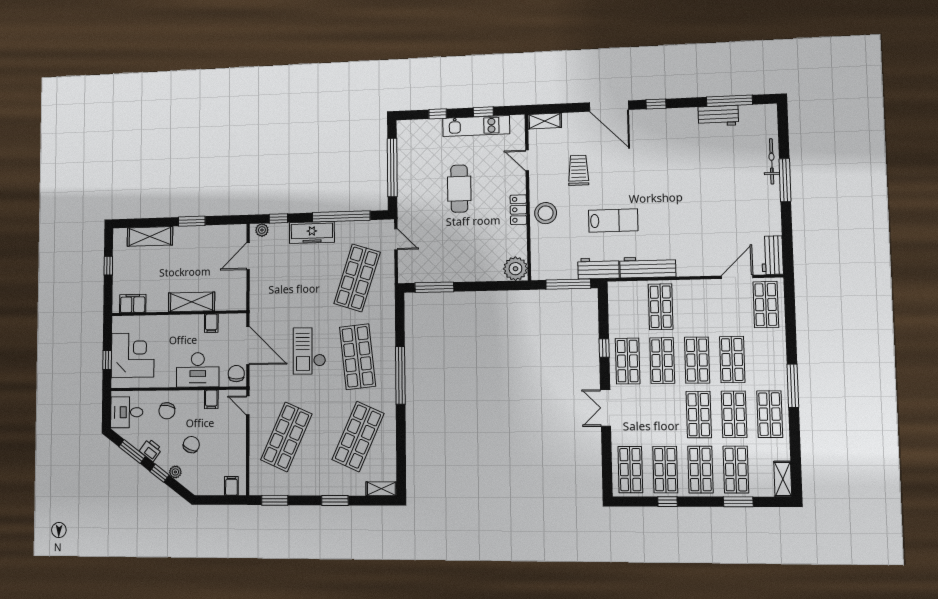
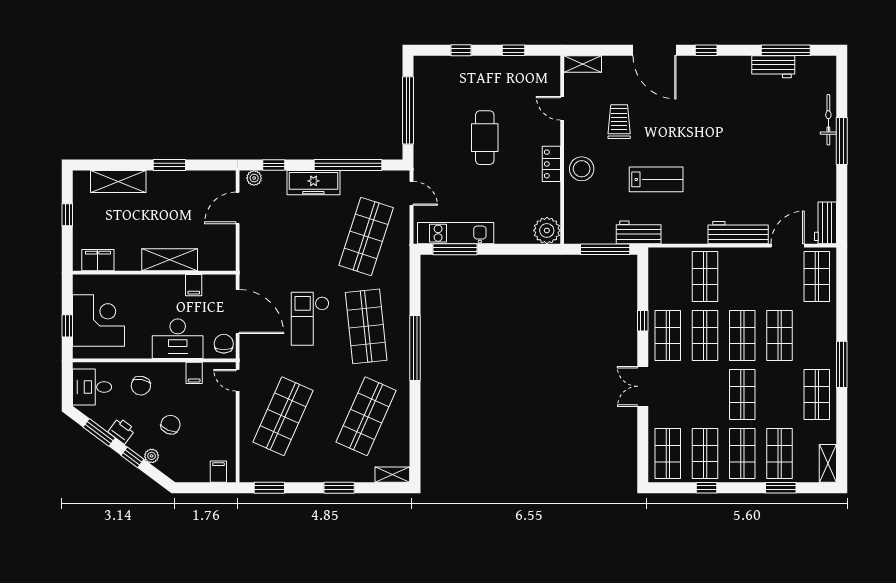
kitchen unit: (476, 126) -> (456, 233), moved, turned 180
workbench: (648, 267) -> (738, 233), moved
shop shelf: (734, 414) -> (780, 394), removed

